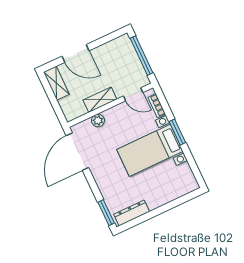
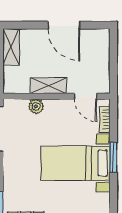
door: (75, 53) -> (64, 25), moved
window: (141, 56) -> (113, 60), removed

